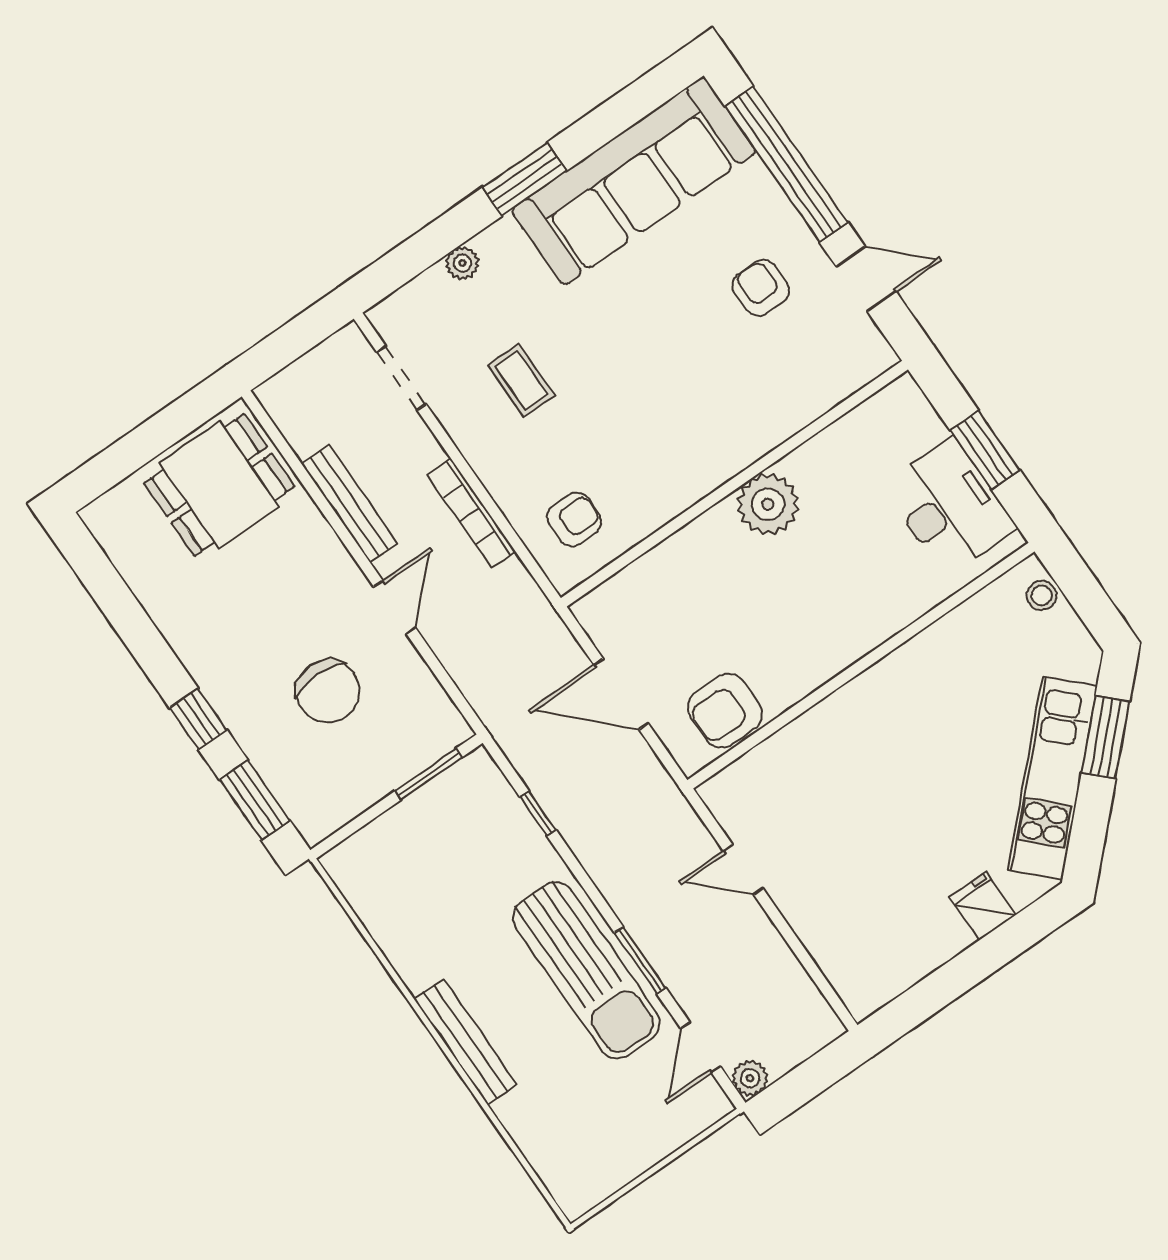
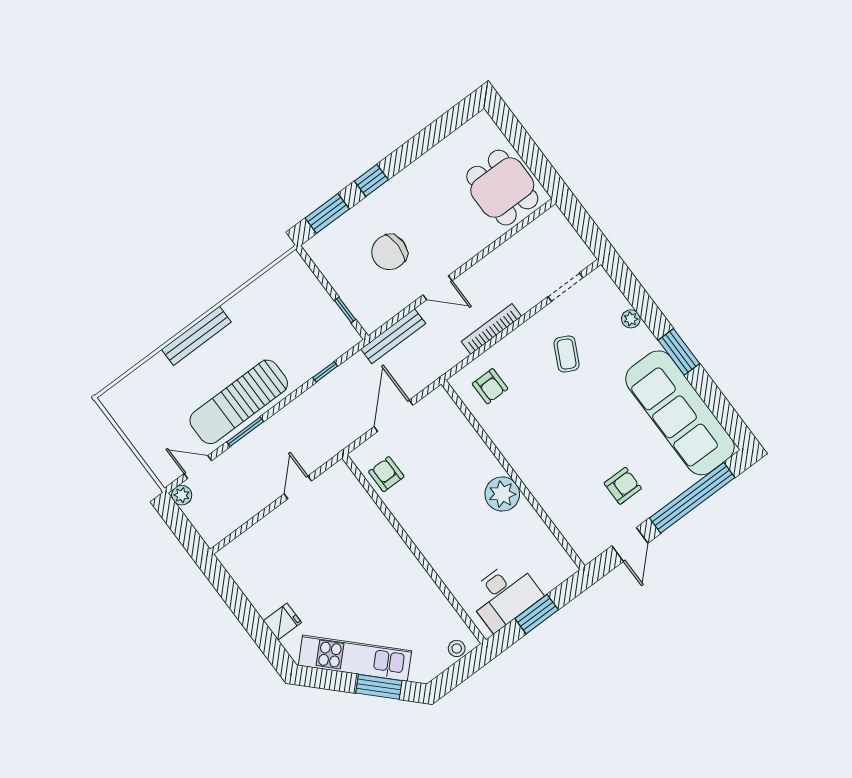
coffee table: (521, 380) -> (567, 354), turned -63
bench: (349, 504) -> (393, 336), moved
armchair: (725, 711) -> (386, 474), width x0.72, depth x0.72
window: (428, 774) -> (345, 310), width x0.67

